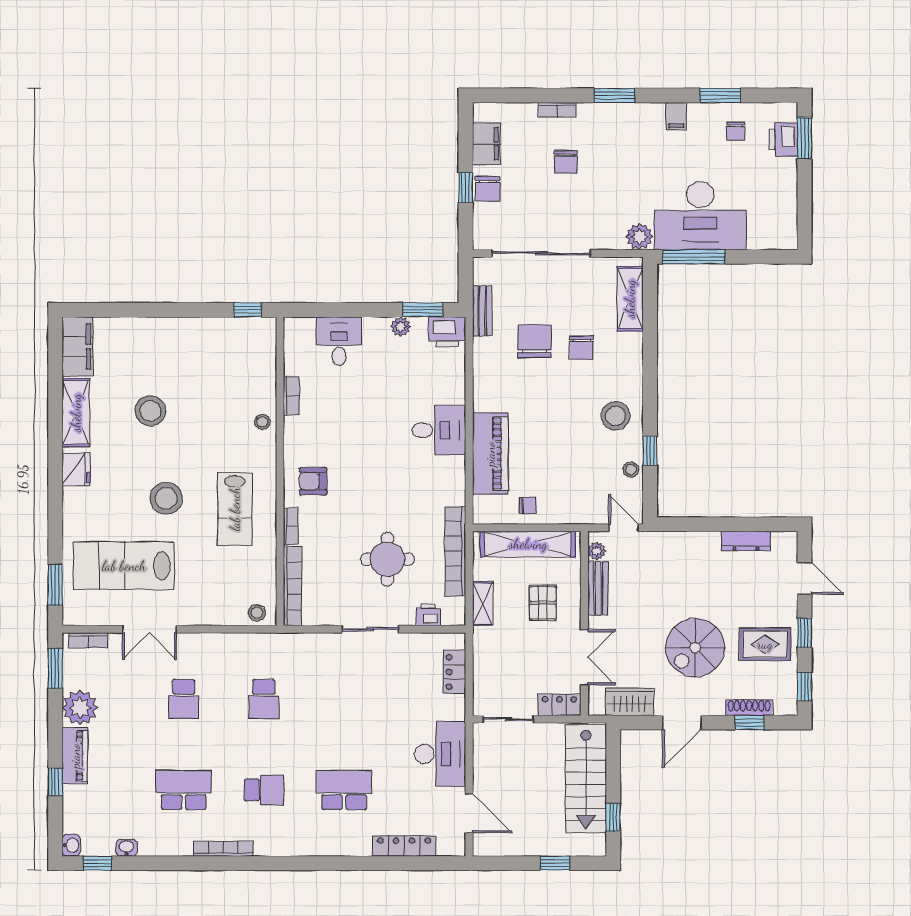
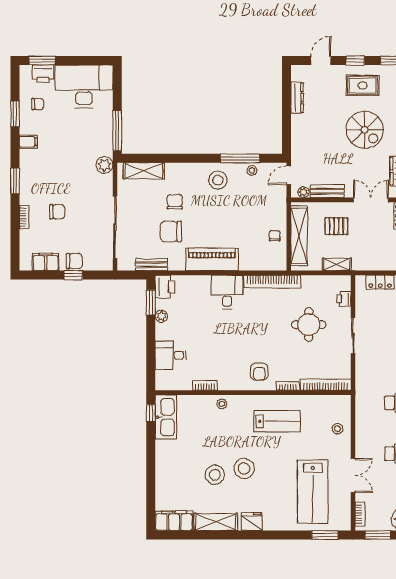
desk: (700, 216) -> (84, 86), moved, turned -90
kitchen sink: (241, 334) -> (166, 417), added
chair: (581, 348) -> (175, 202), turned -90
window: (650, 451) -> (240, 158), width x2.17
piano: (490, 454) -> (212, 259), moved
stool: (166, 498) -> (244, 469), moved
bookcase: (455, 551) -> (272, 282), moved
stool: (257, 613) -> (337, 429), moved
rug: (765, 644) -> (362, 86), turned 90

